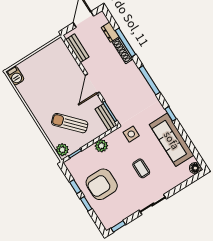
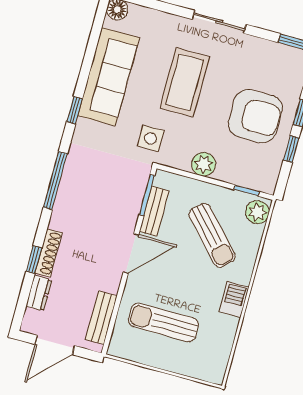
window: (125, 42) -> (34, 260), width x0.46
sun lounger: (53, 71) -> (163, 322), added
barbecue: (15, 76) -> (234, 299), moved
bench: (106, 117) -> (154, 211), moved
coffee table: (141, 168) -> (185, 82), width x1.86, depth x1.72

